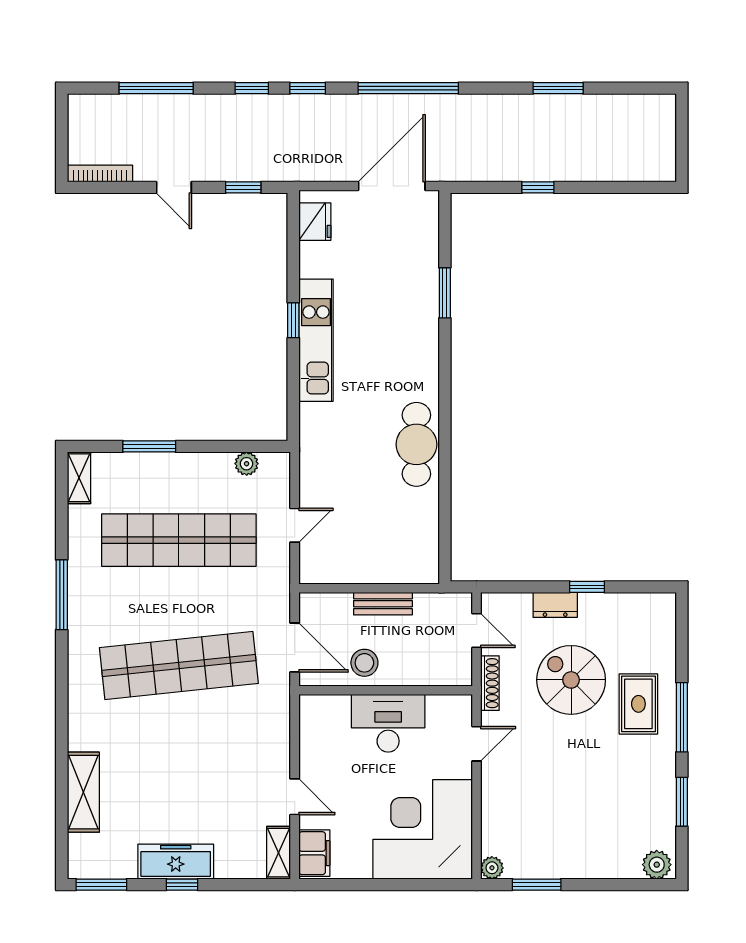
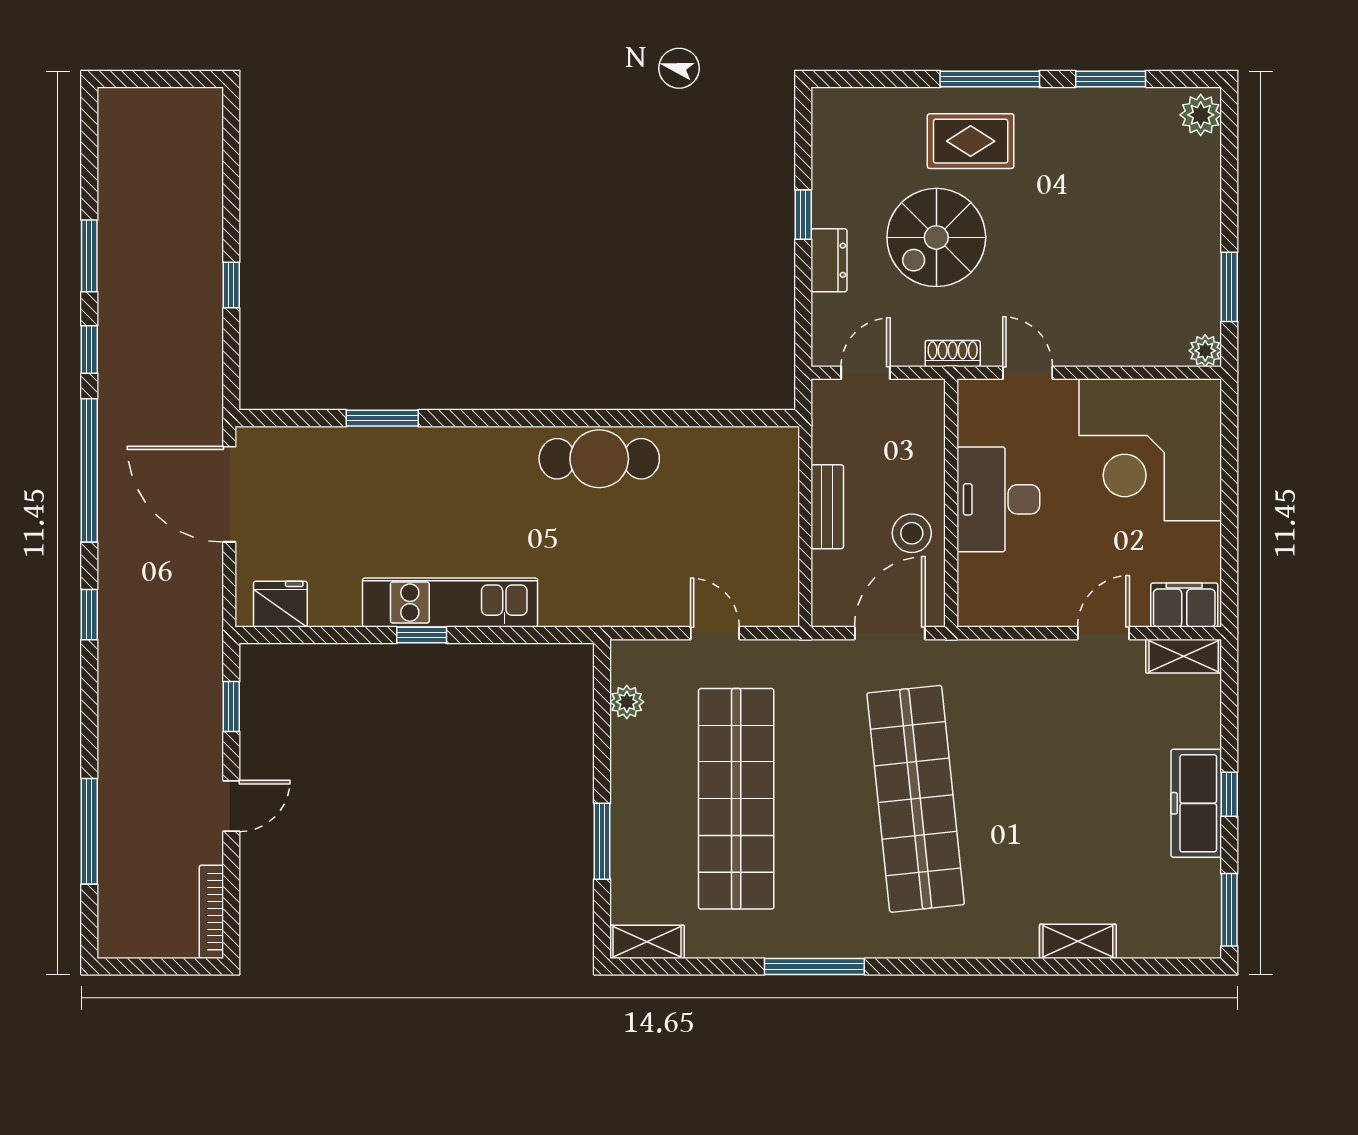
window: (252, 88) -> (89, 349), moved
shoe rack: (490, 683) -> (953, 354), width x0.70
shelving: (83, 792) -> (1078, 941), width x0.67, depth x0.75

